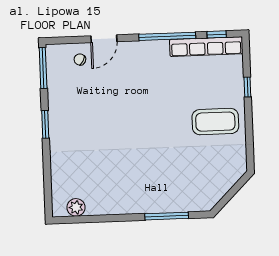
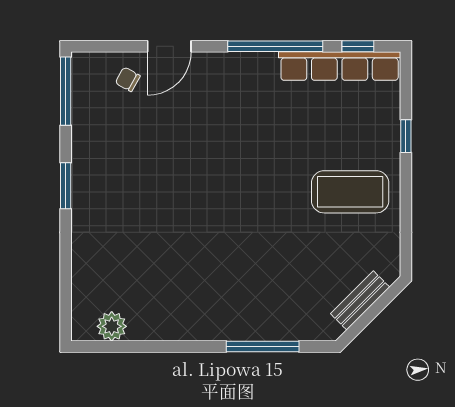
bench: (224, 186) -> (360, 300), added

